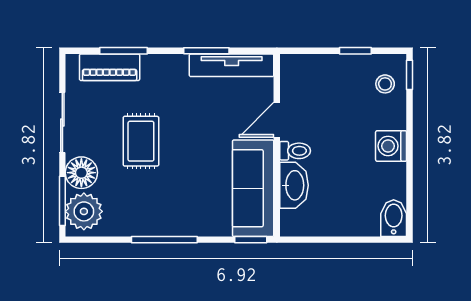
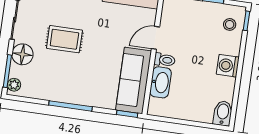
rug: (141, 141) -> (64, 39), turned 90
plant: (84, 211) -> (14, 85), width x0.53, depth x0.53

